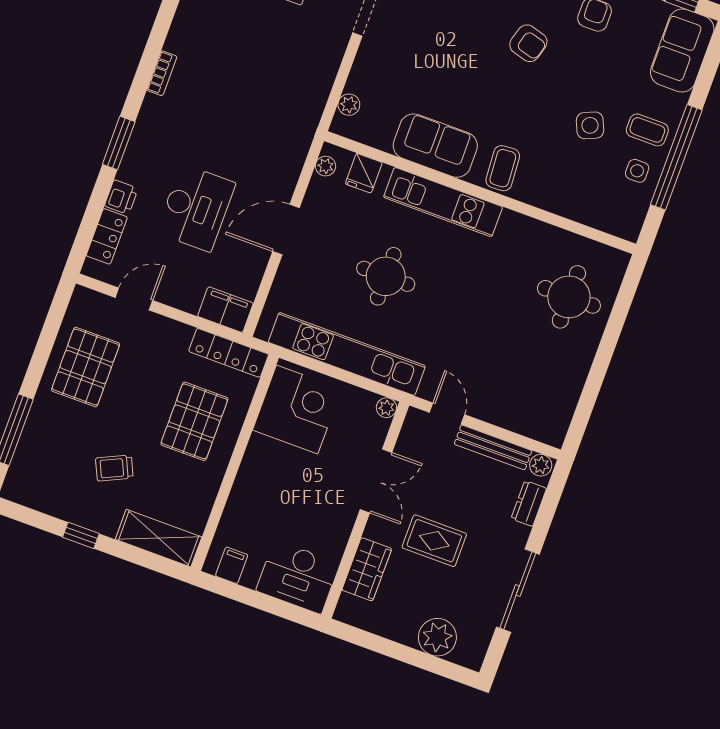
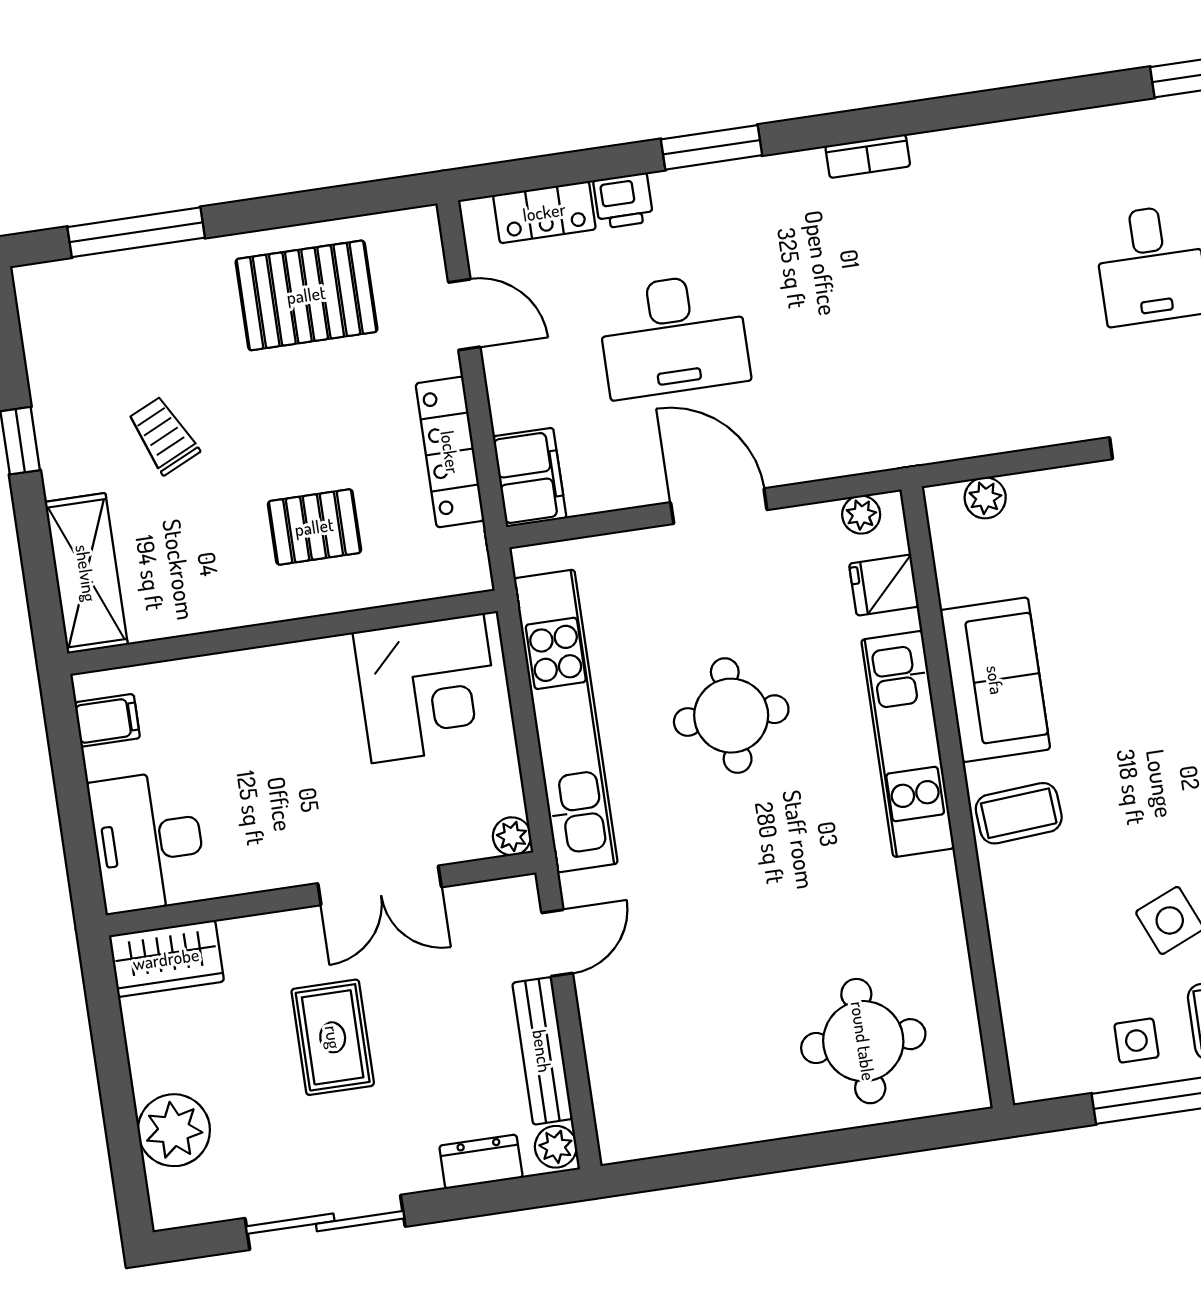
locker: (229, 353) -> (450, 452), moved
pallet: (194, 421) -> (314, 527), width x0.67, depth x0.71
wardrobe: (367, 569) -> (166, 959), moved

